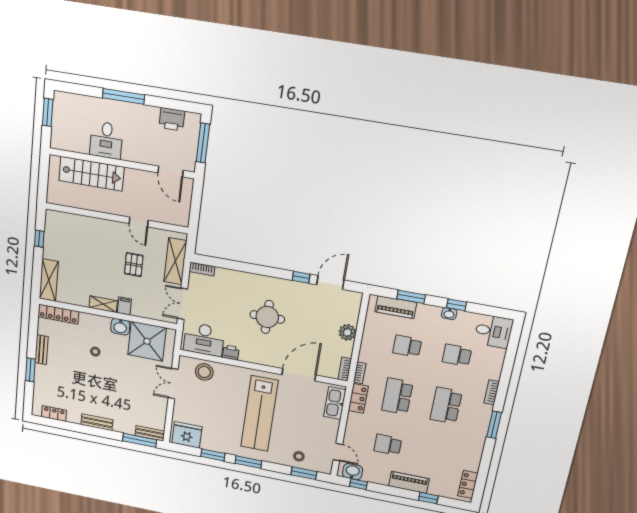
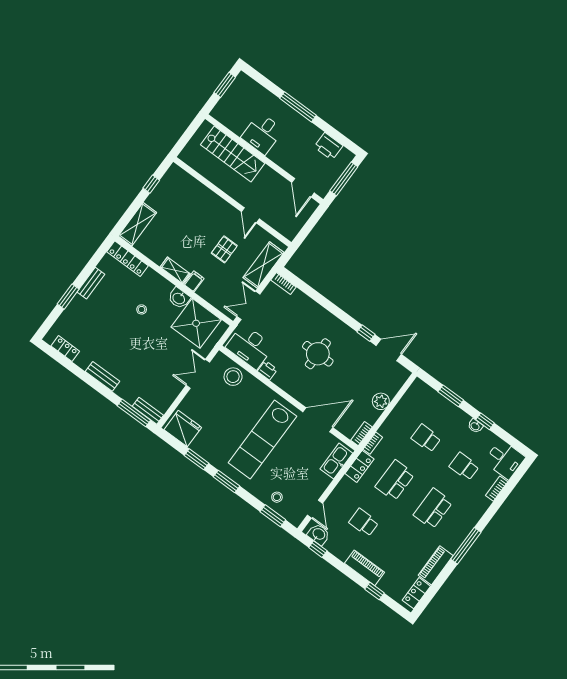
piano: (396, 307) -> (436, 565), moved, turned 90
bookcase: (492, 392) -> (497, 489), moved
window: (494, 425) -> (466, 546), width x1.44

